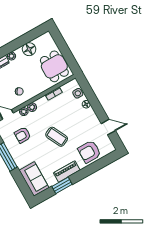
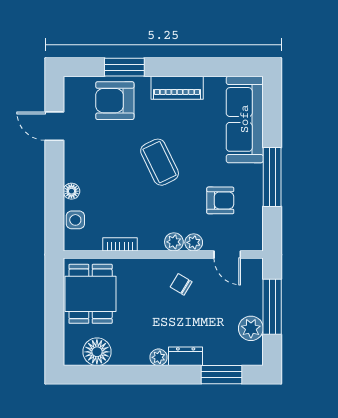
floor lamp: (29, 49) -> (97, 352), moved
armchair: (89, 152) -> (115, 101), turned 180
sofa: (34, 179) -> (245, 119), width x1.36
window: (62, 185) -> (124, 67), moved

